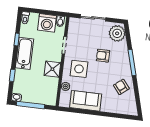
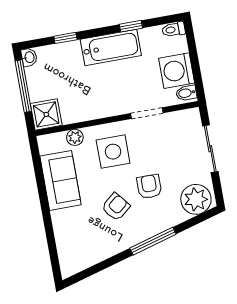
shower: (52, 69) -> (46, 114), moved
armchair: (121, 87) -> (116, 207), moved

